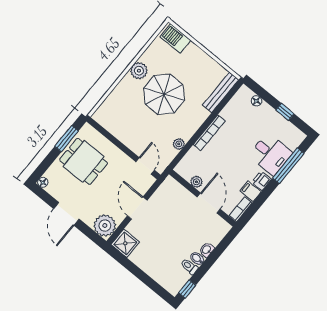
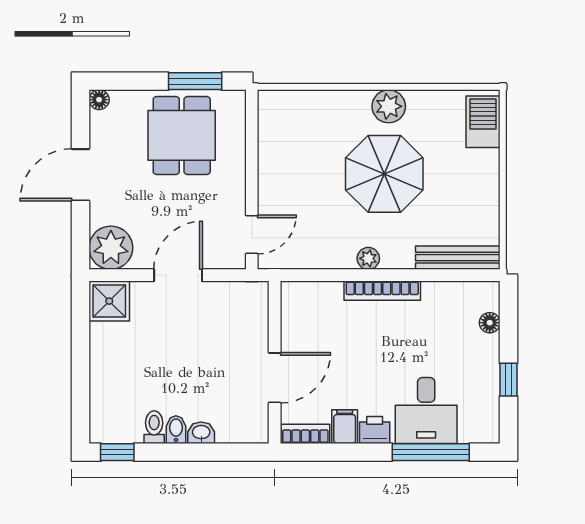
plant: (179, 144) -> (368, 258), moved
plant: (196, 182) -> (292, 332), removed

